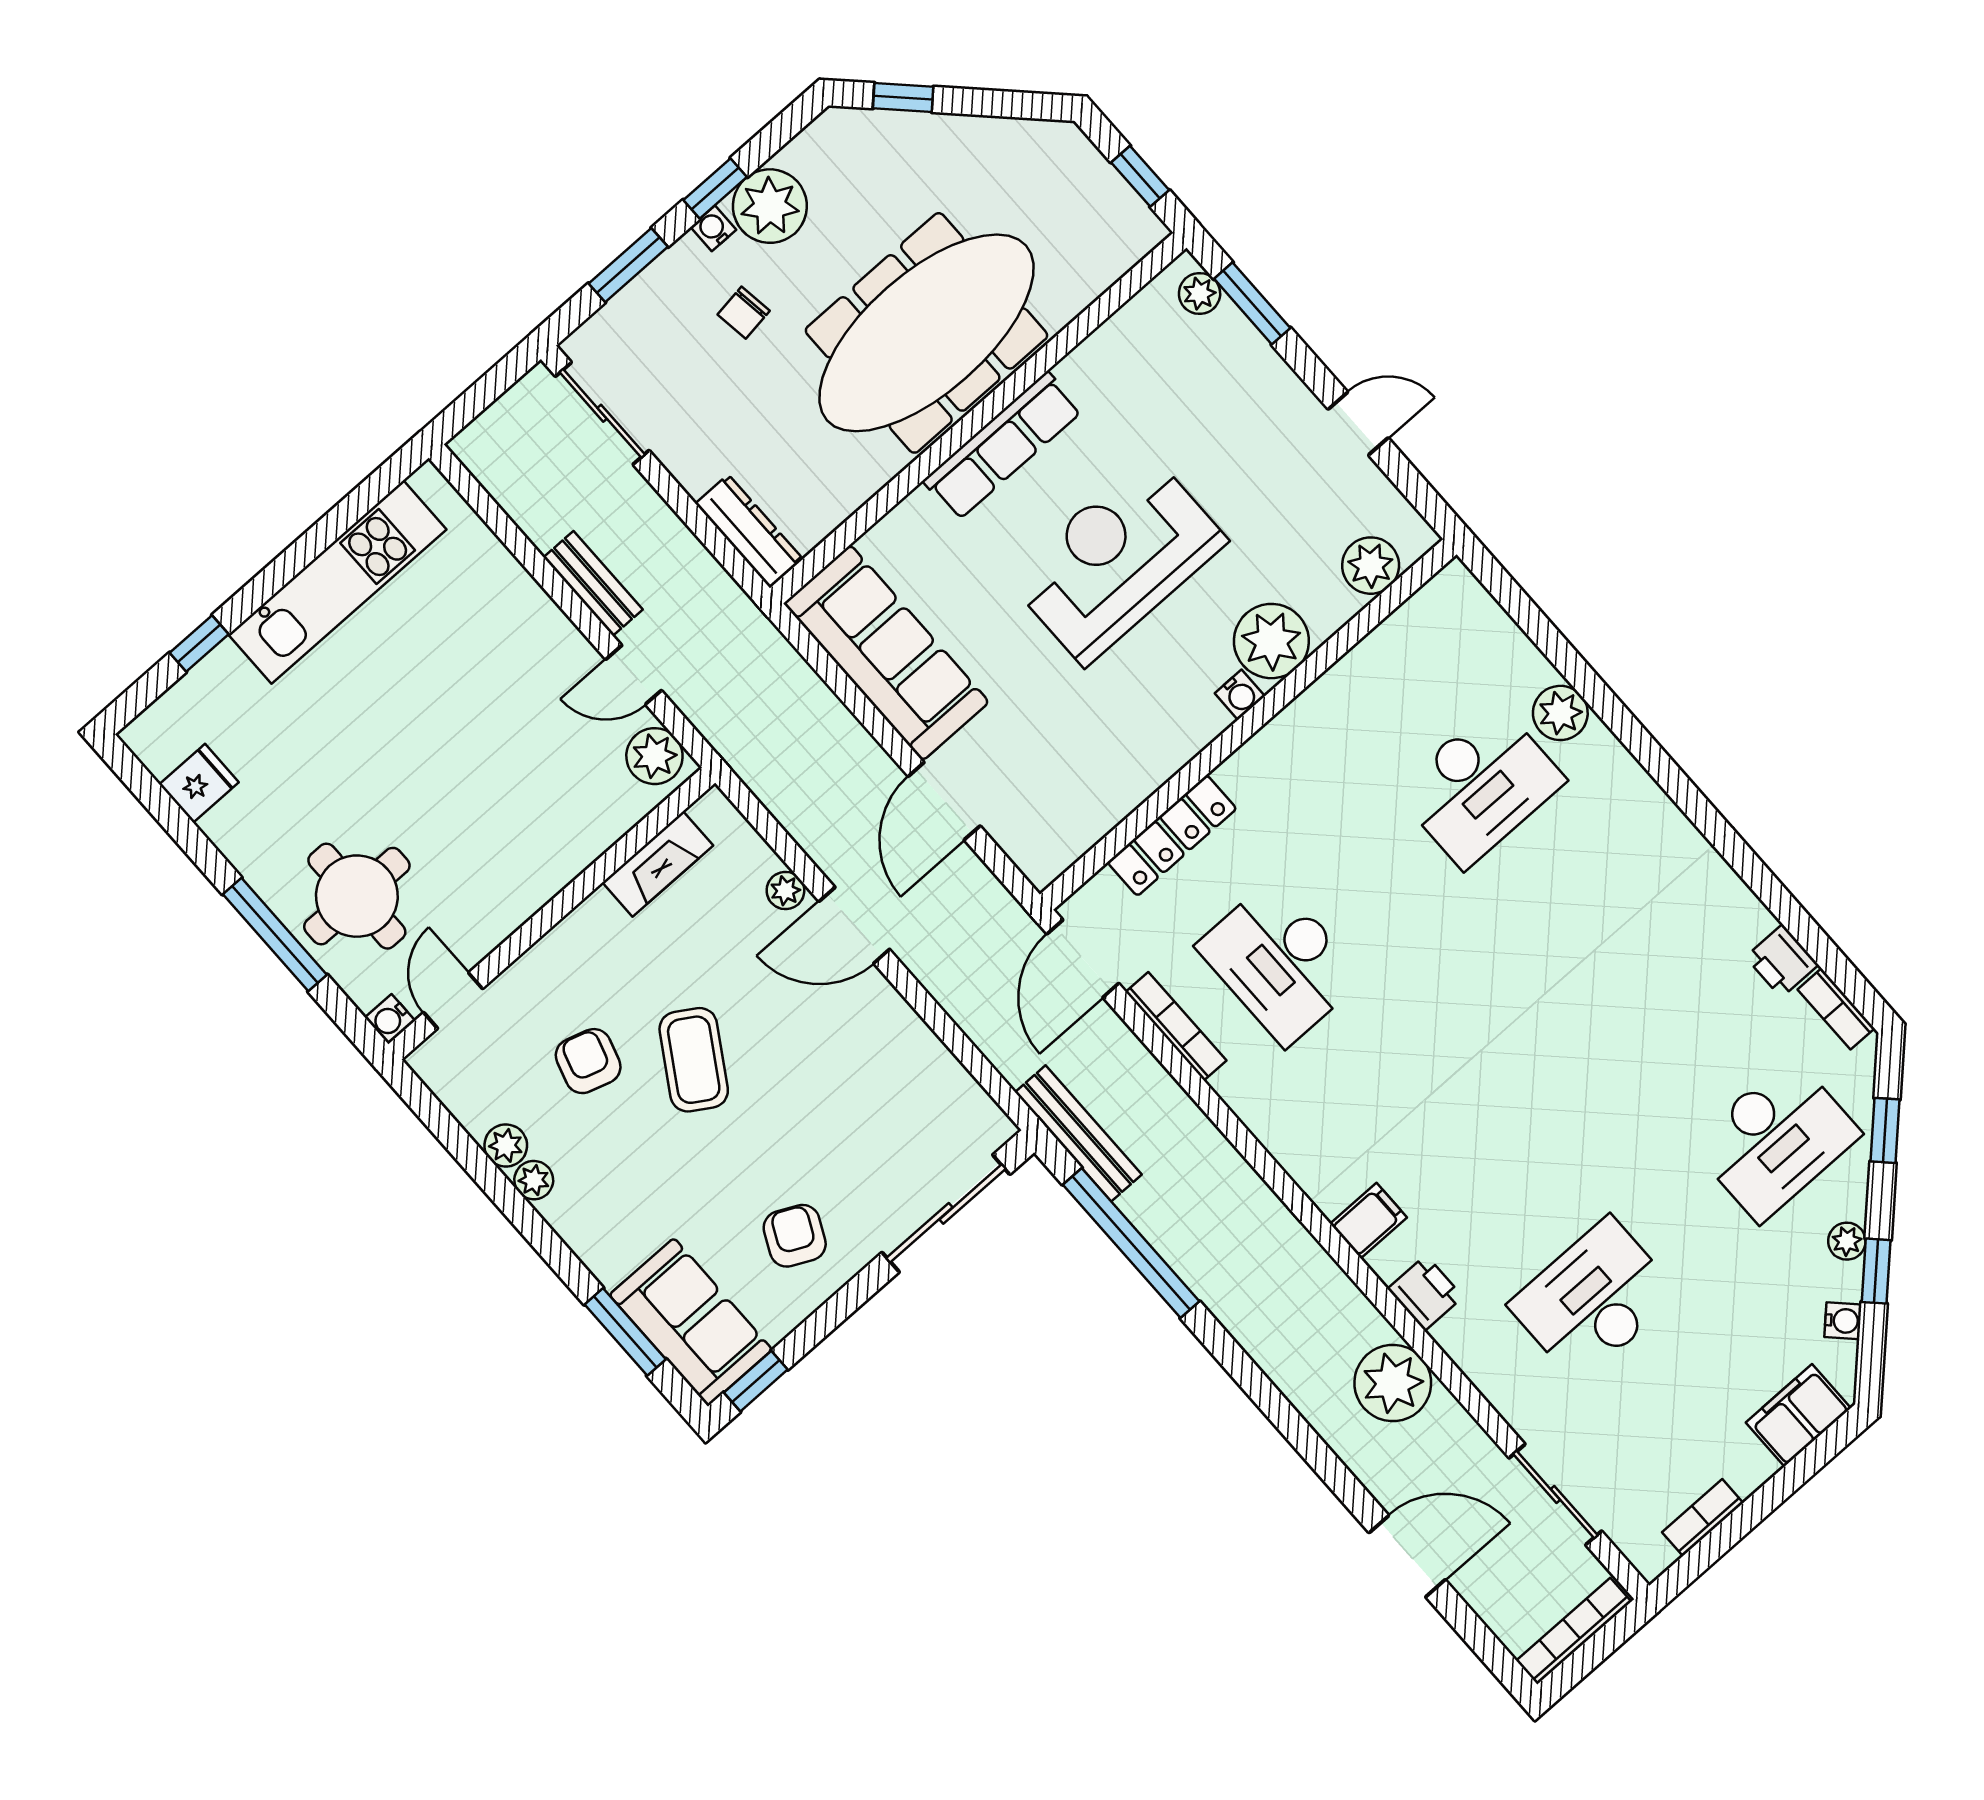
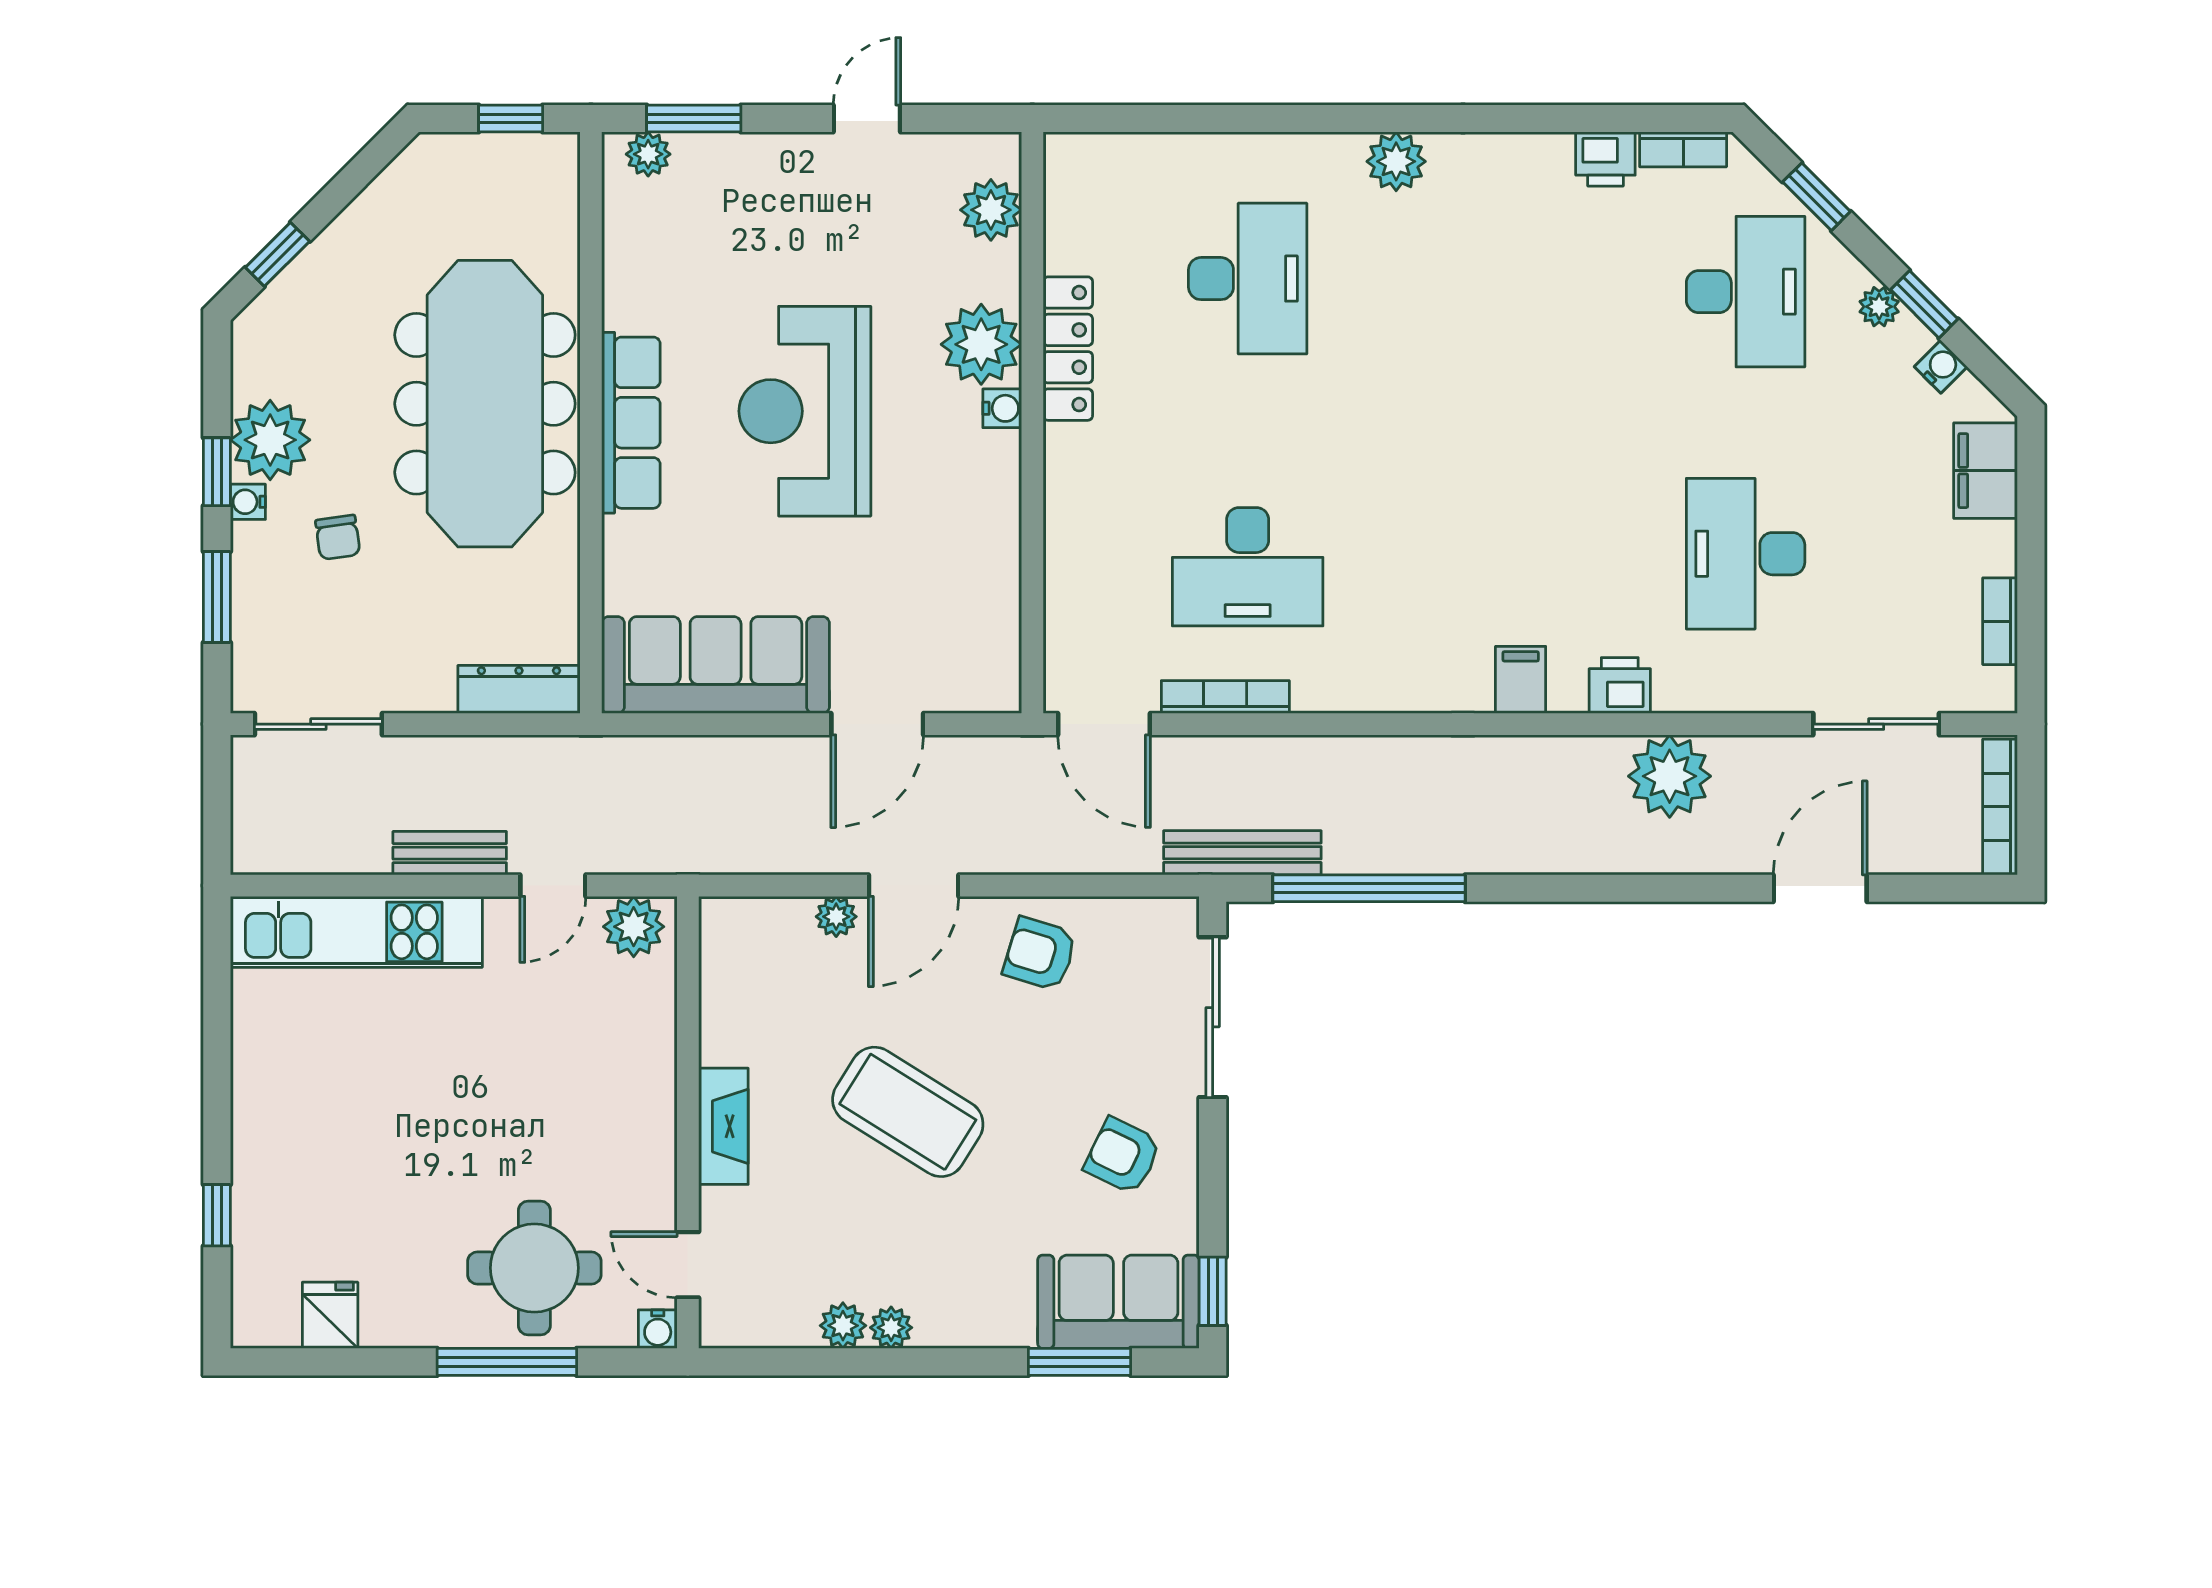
kitchen unit: (337, 582) -> (356, 932), moved, turned 90
plant: (1560, 713) -> (1396, 161), moved
door: (944, 801) -> (877, 724), hinge flipped
locker: (1172, 835) -> (1068, 349), moved
fireplace: (658, 864) -> (723, 1126), moved
coffee table: (694, 1060) -> (908, 1112), width x1.36, depth x1.32
armchair: (588, 1061) -> (1040, 954), moved

